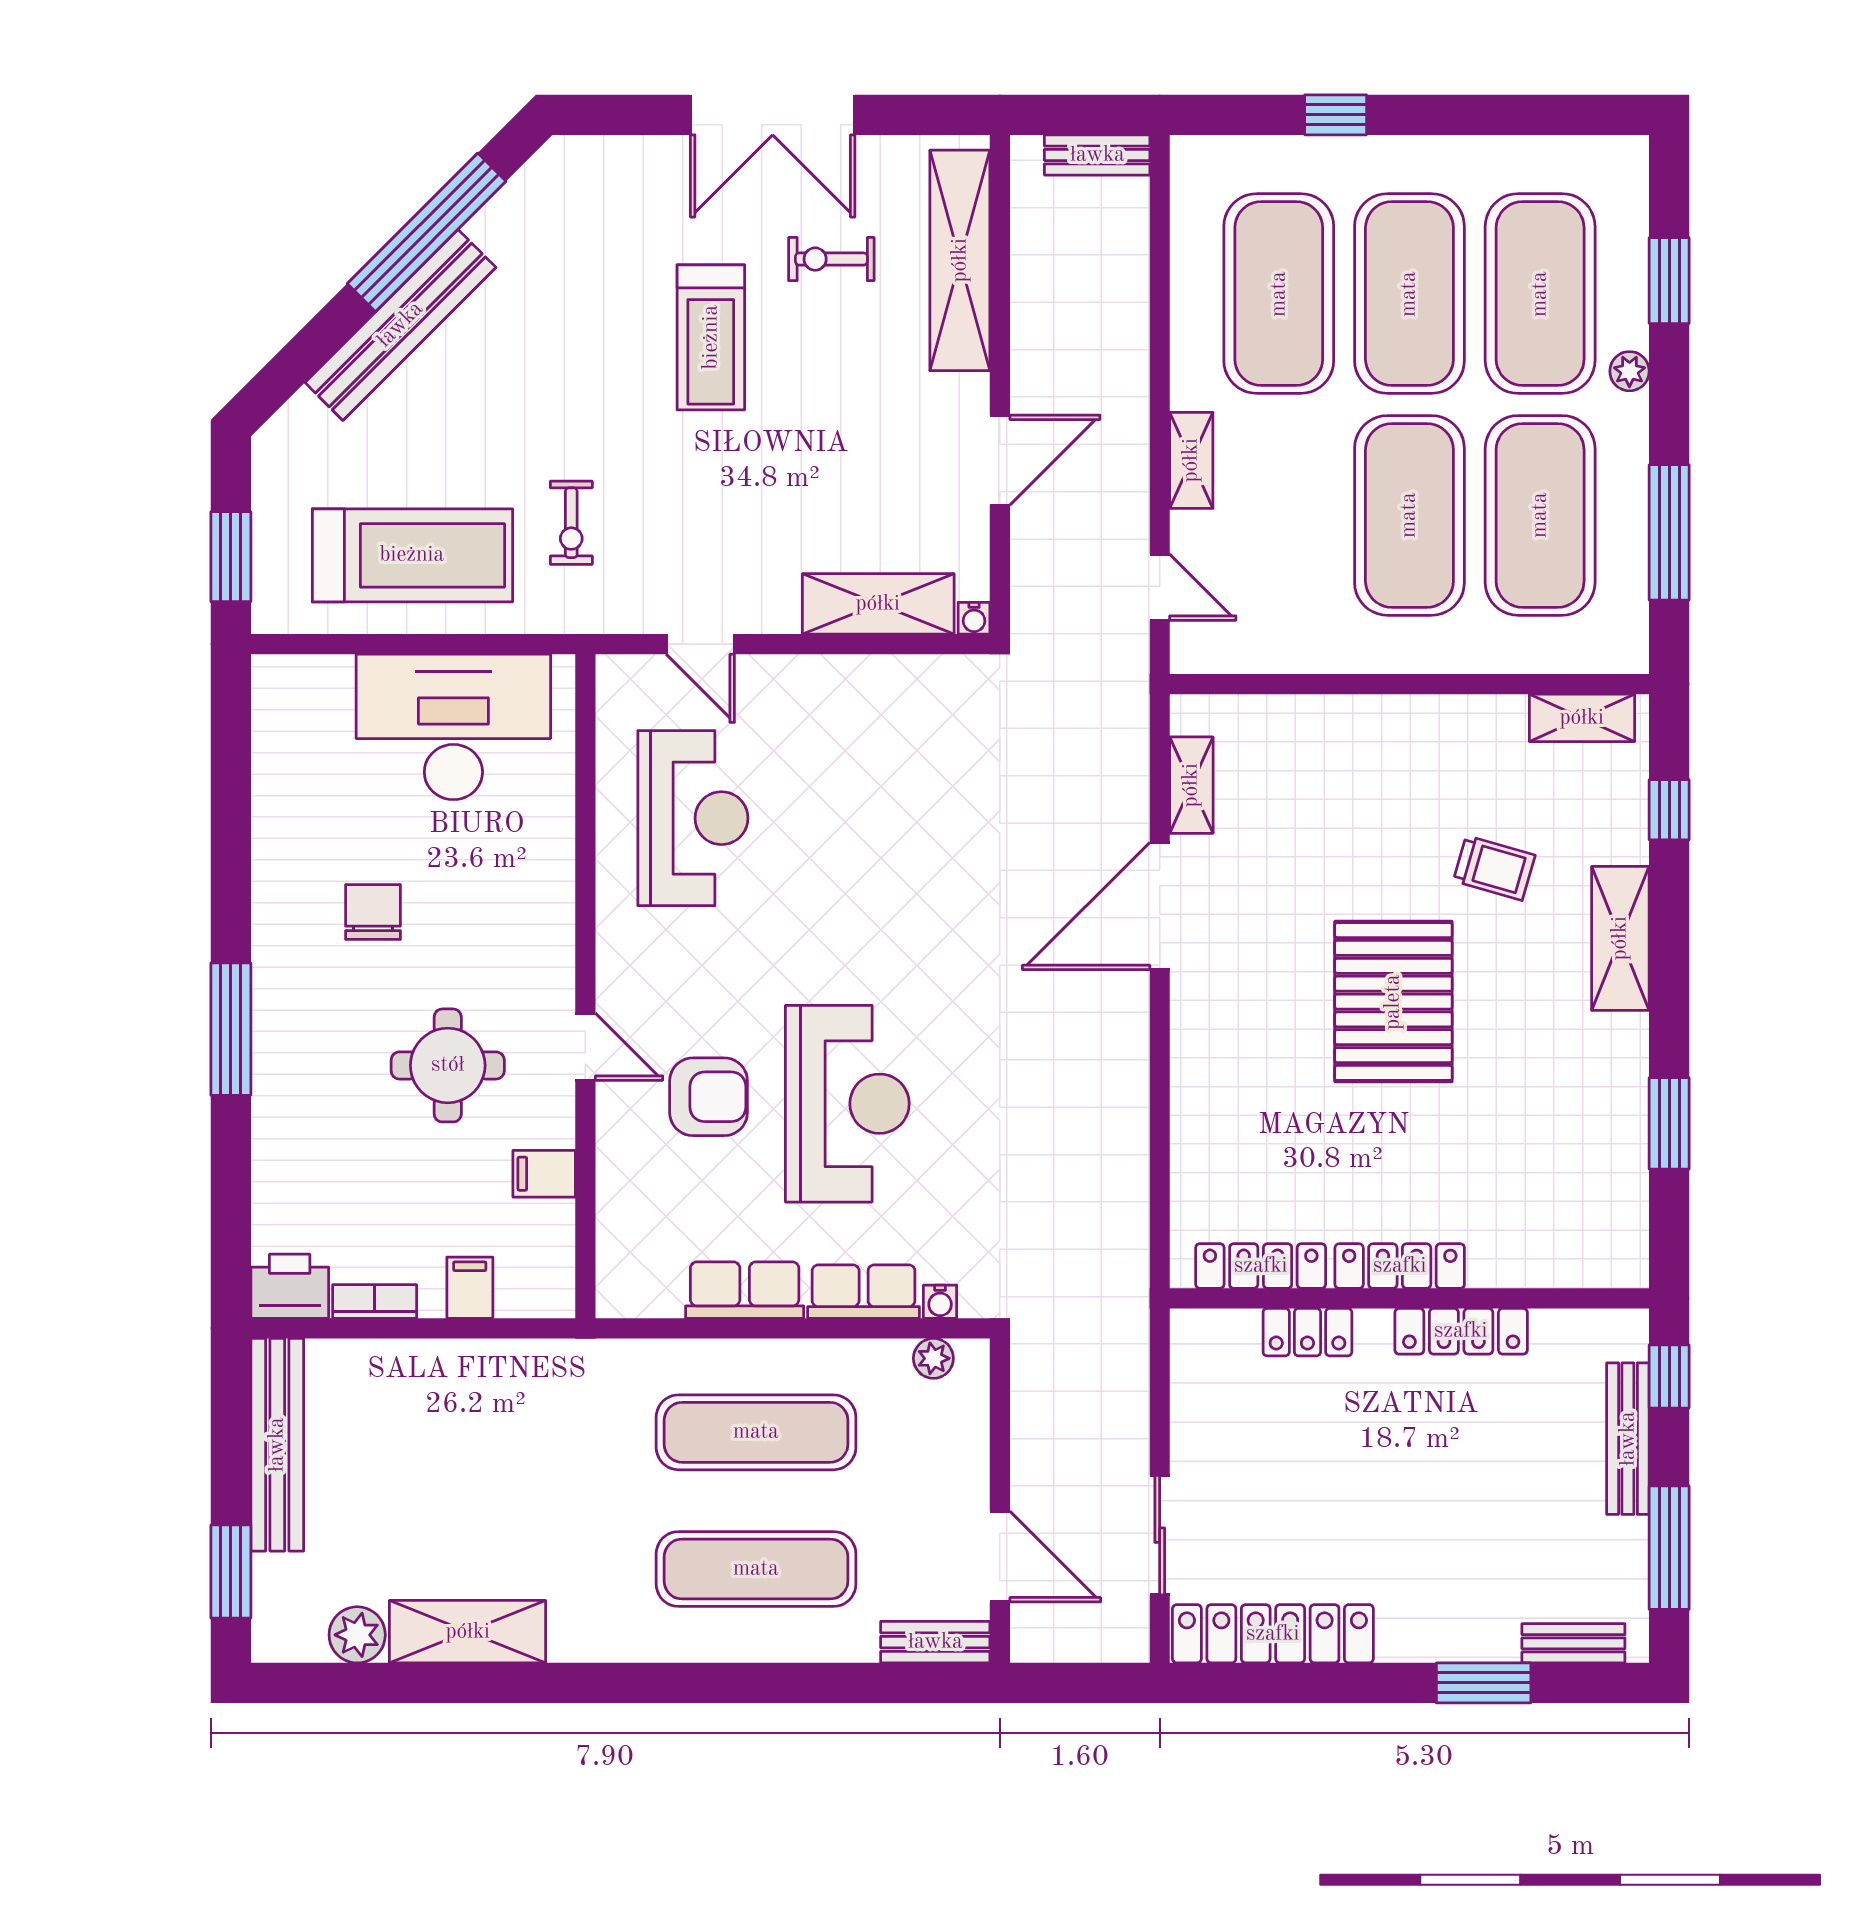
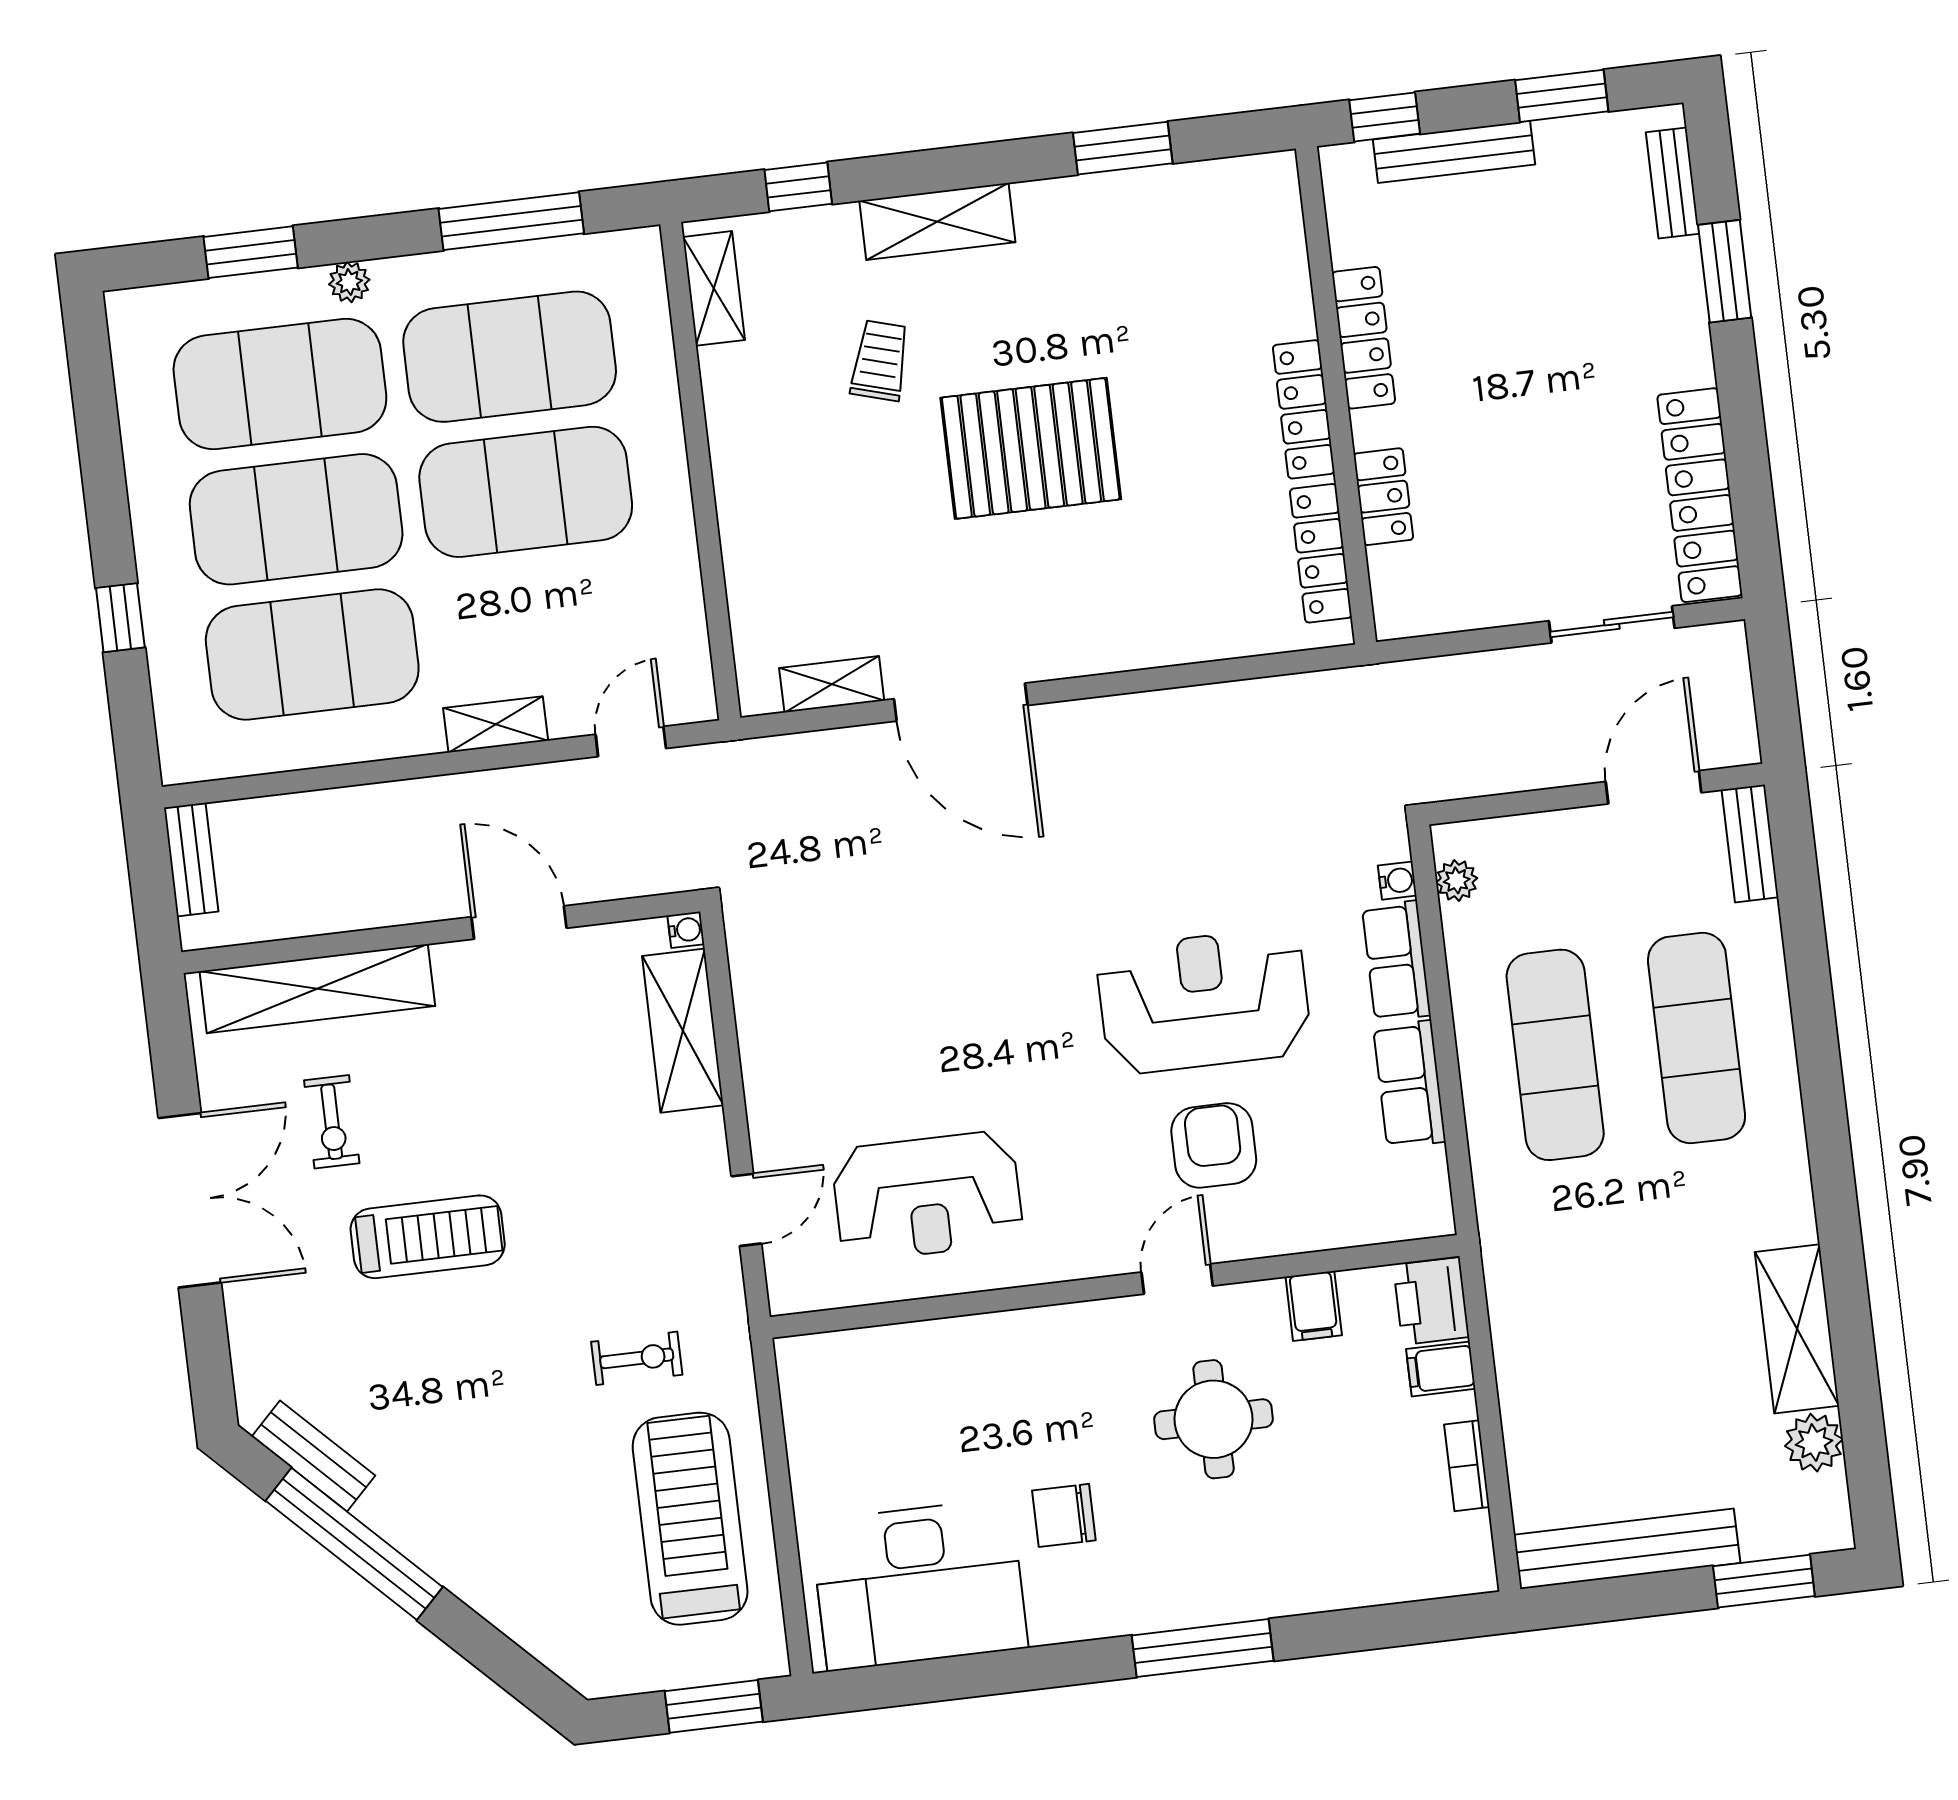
bench: (400, 325) -> (314, 1456), moved, width x0.54, depth x0.82
desk: (453, 727) -> (919, 1585), moved, turned -90
reception desk: (693, 818) -> (927, 1196), turned 180
printer: (290, 1286) -> (1431, 1301), moved
window: (1669, 1548) -> (1562, 96), width x0.69

